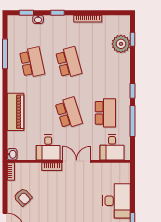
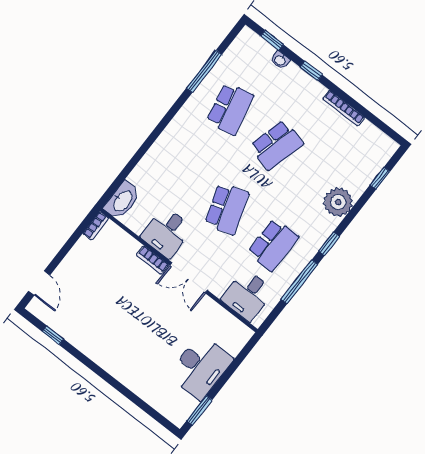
plant: (121, 44) -> (338, 202), moved
school desk: (69, 62) -> (276, 145), turned 30
piano: (15, 112) -> (160, 155), removed
washbasin: (12, 154) -> (122, 201), width x1.91, depth x1.45
double door: (76, 161) -> (189, 278), swing flipped
armchair: (23, 197) -> (86, 270), removed

